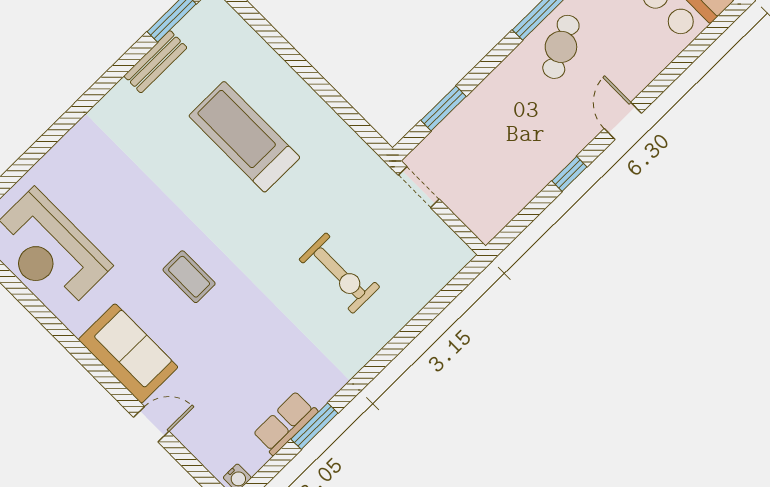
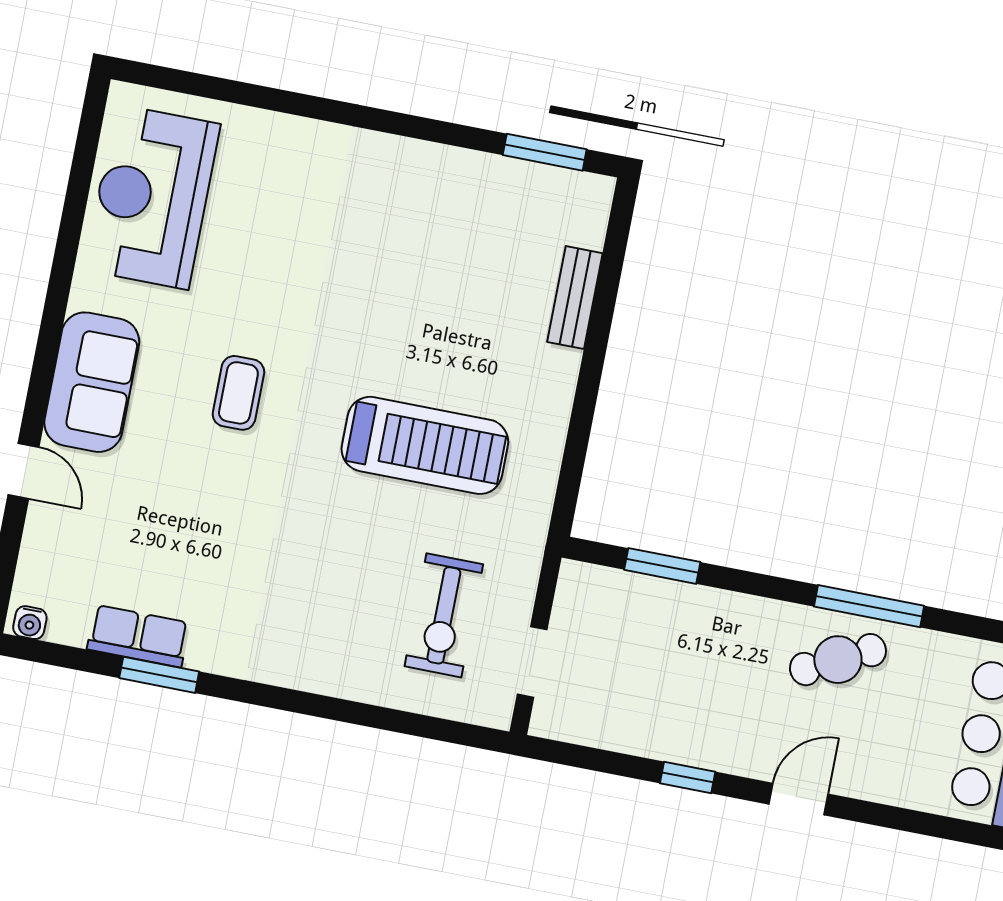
bench: (155, 62) -> (575, 298), moved, turned 90
treadmill: (244, 137) -> (425, 445), moved, turned 90
doorway: (419, 187) -> (532, 662), moved
exercise bike: (339, 273) -> (444, 615), moved

